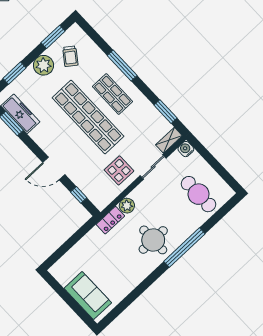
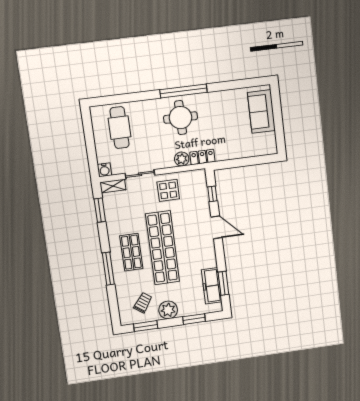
window: (184, 248) -> (183, 91), moved

